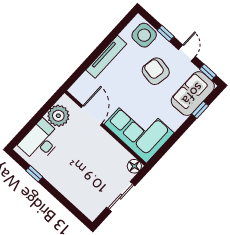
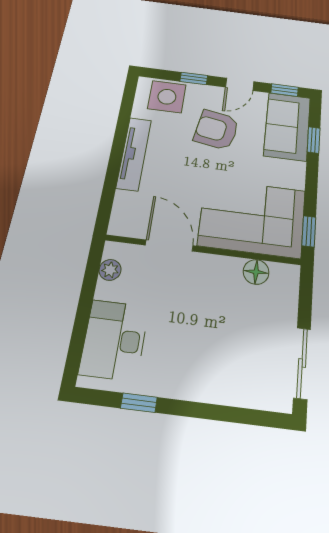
door: (187, 53) -> (240, 84), swing flipped
plant: (58, 116) -> (110, 270), width x0.53, depth x0.53
window: (160, 153) -> (309, 231), added
floor lamp: (134, 166) -> (256, 272), moved
sliding door: (121, 197) -> (302, 363), moved

